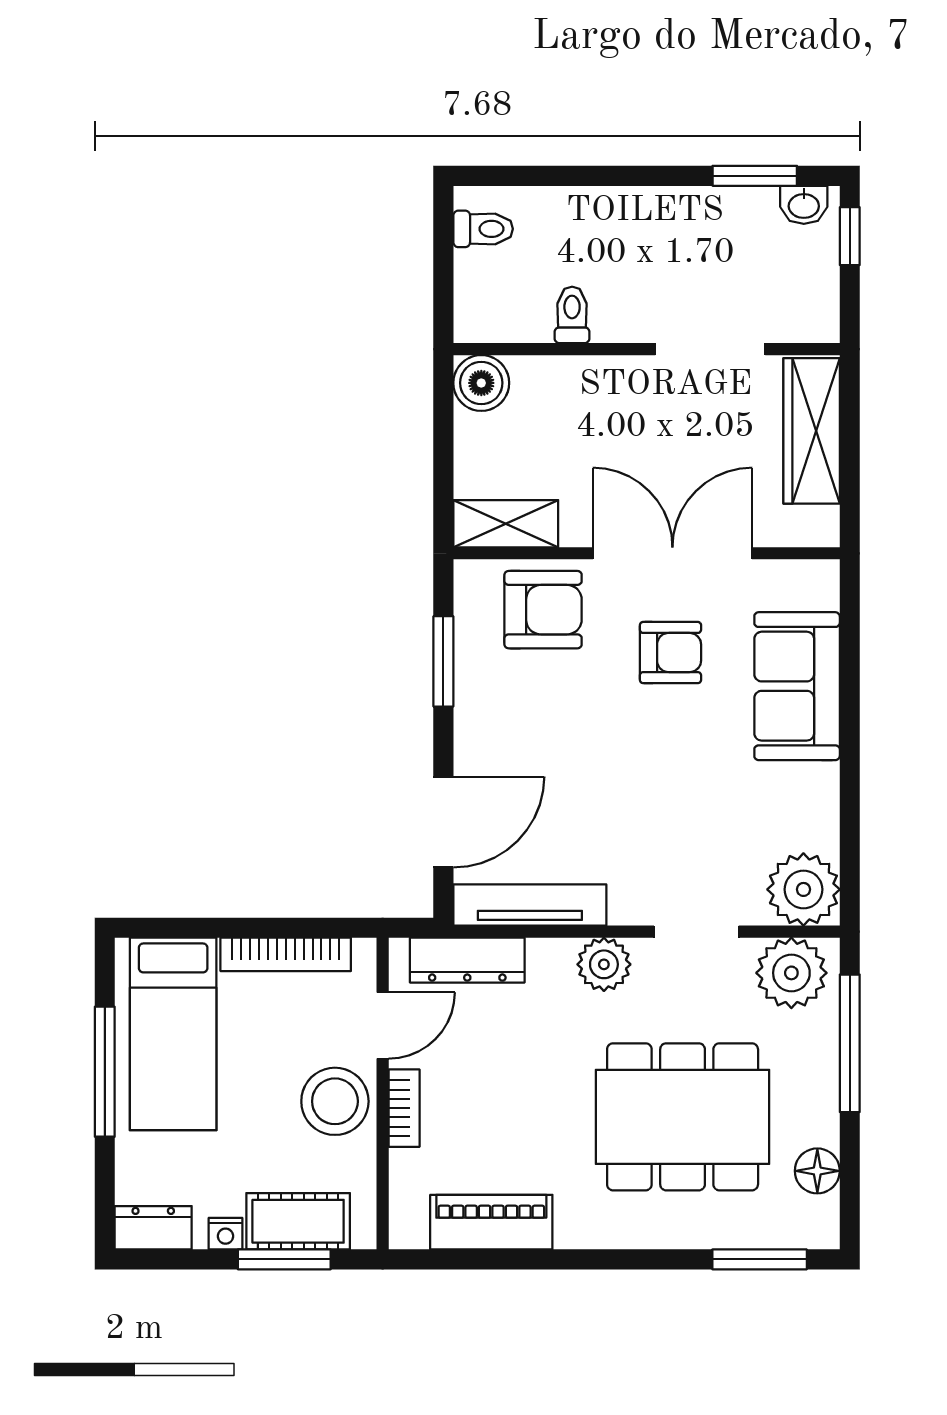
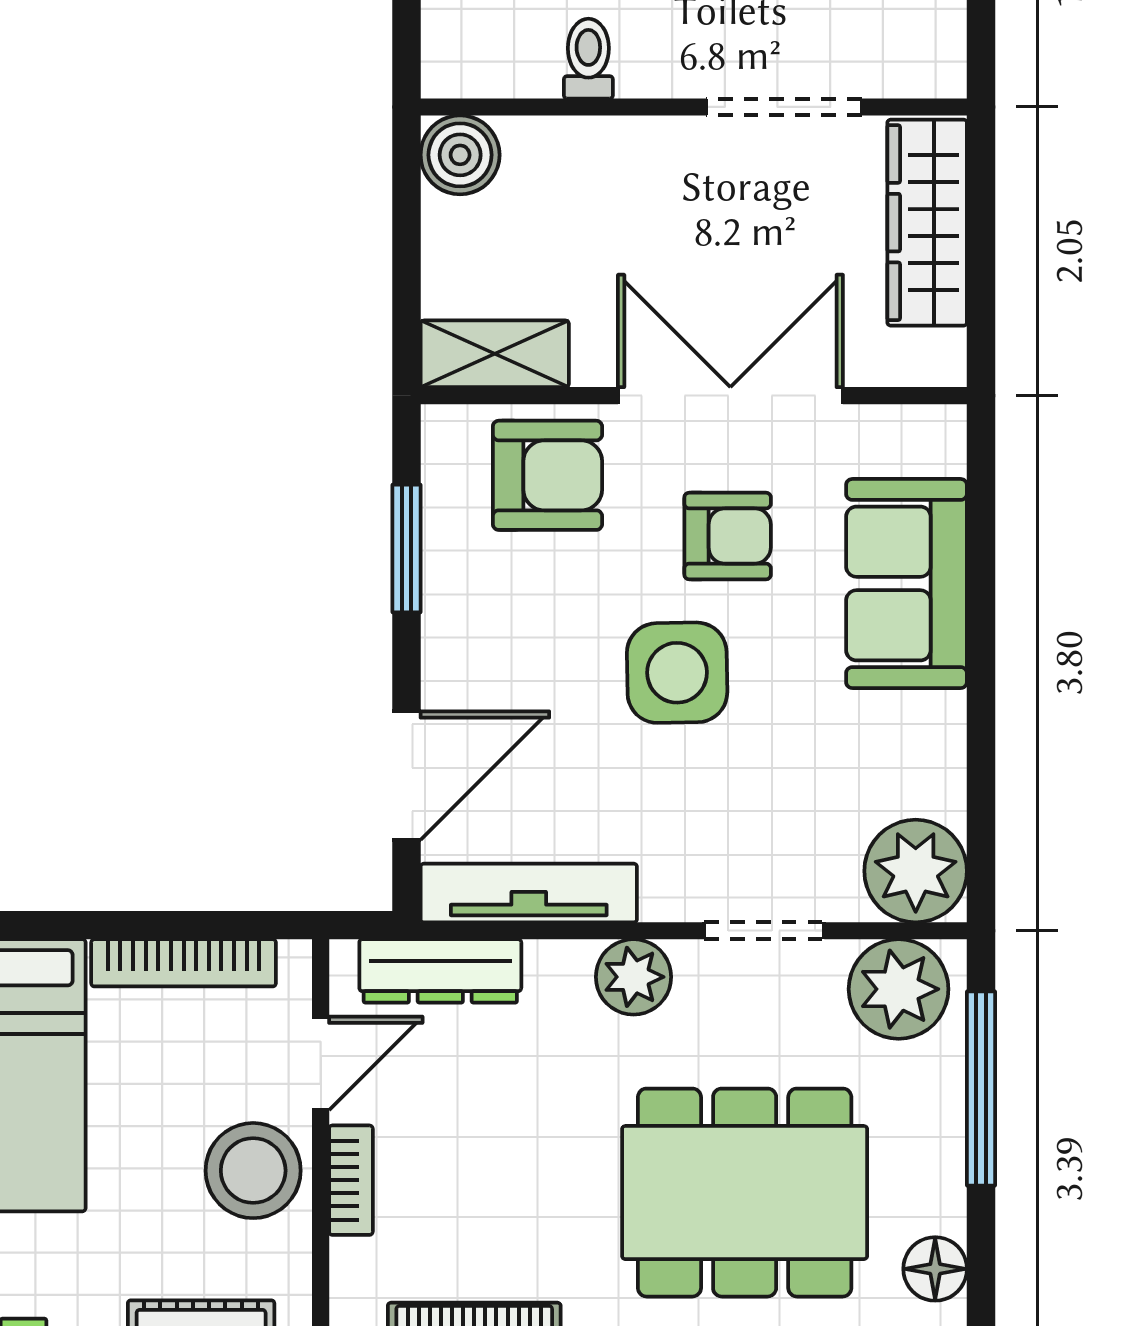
side table: (635, 749) -> (677, 673), added

